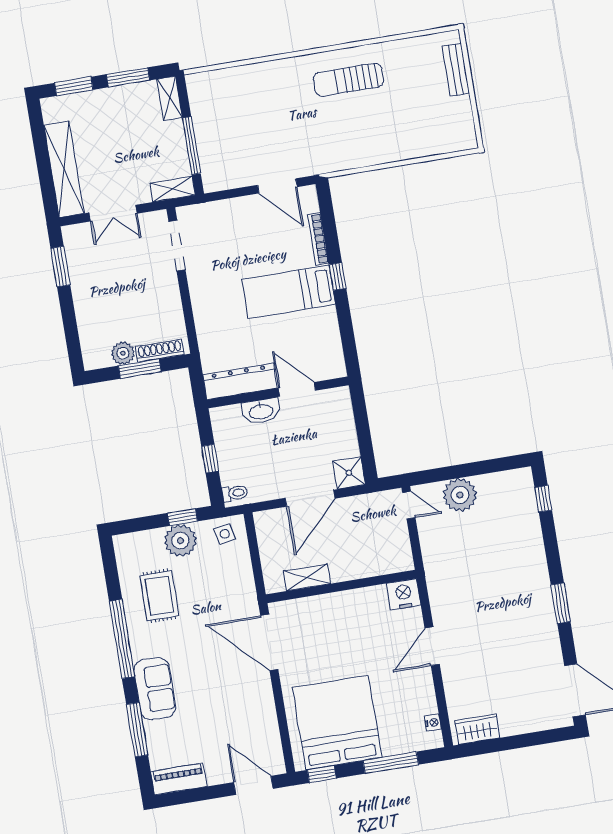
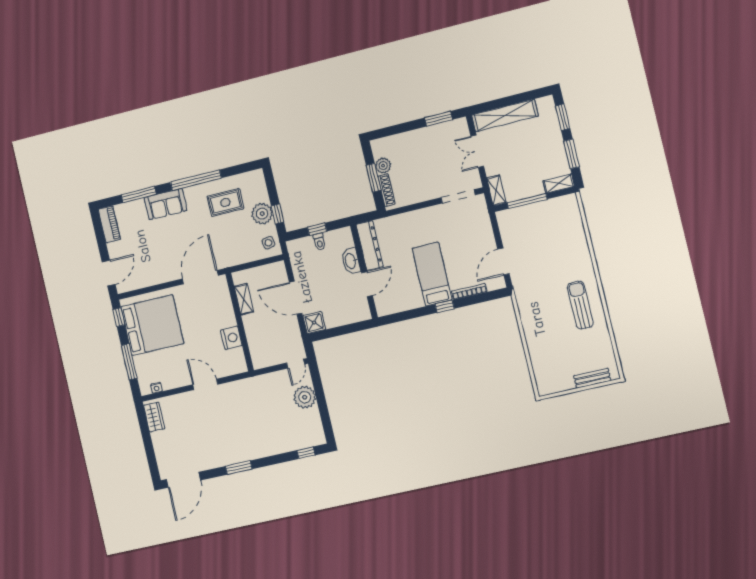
toilet: (235, 493) -> (319, 242), moved
nightstand: (404, 594) -> (231, 338), moved

